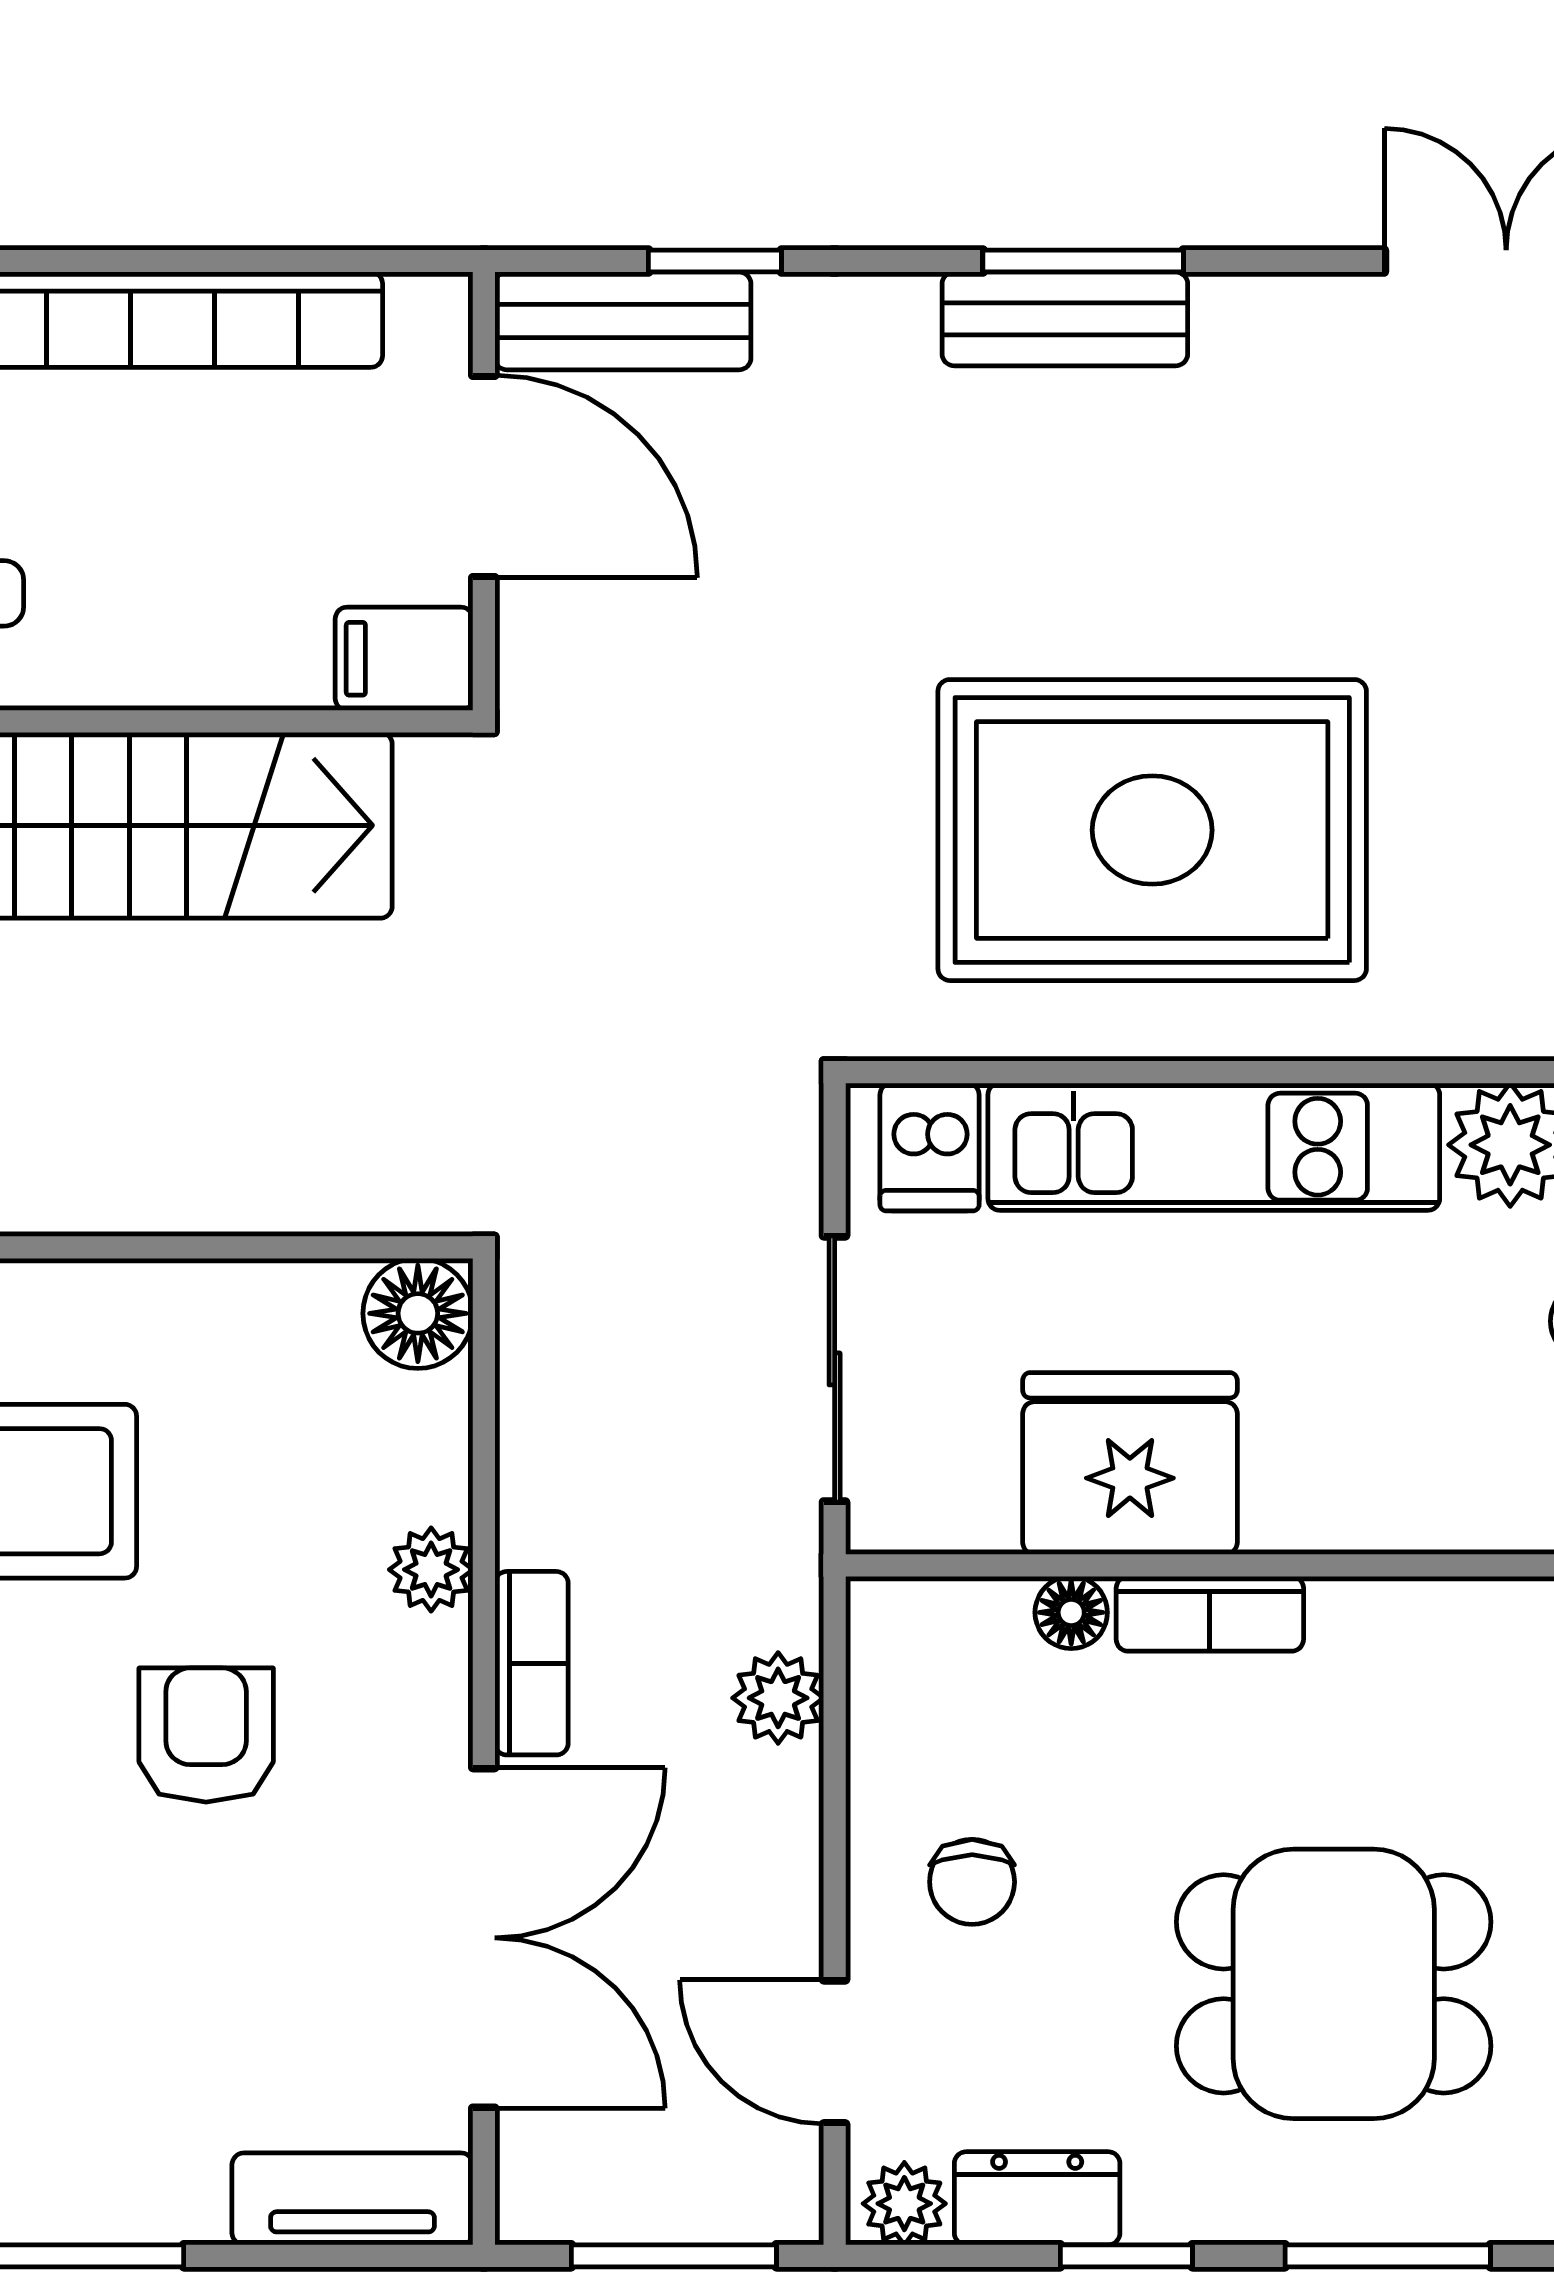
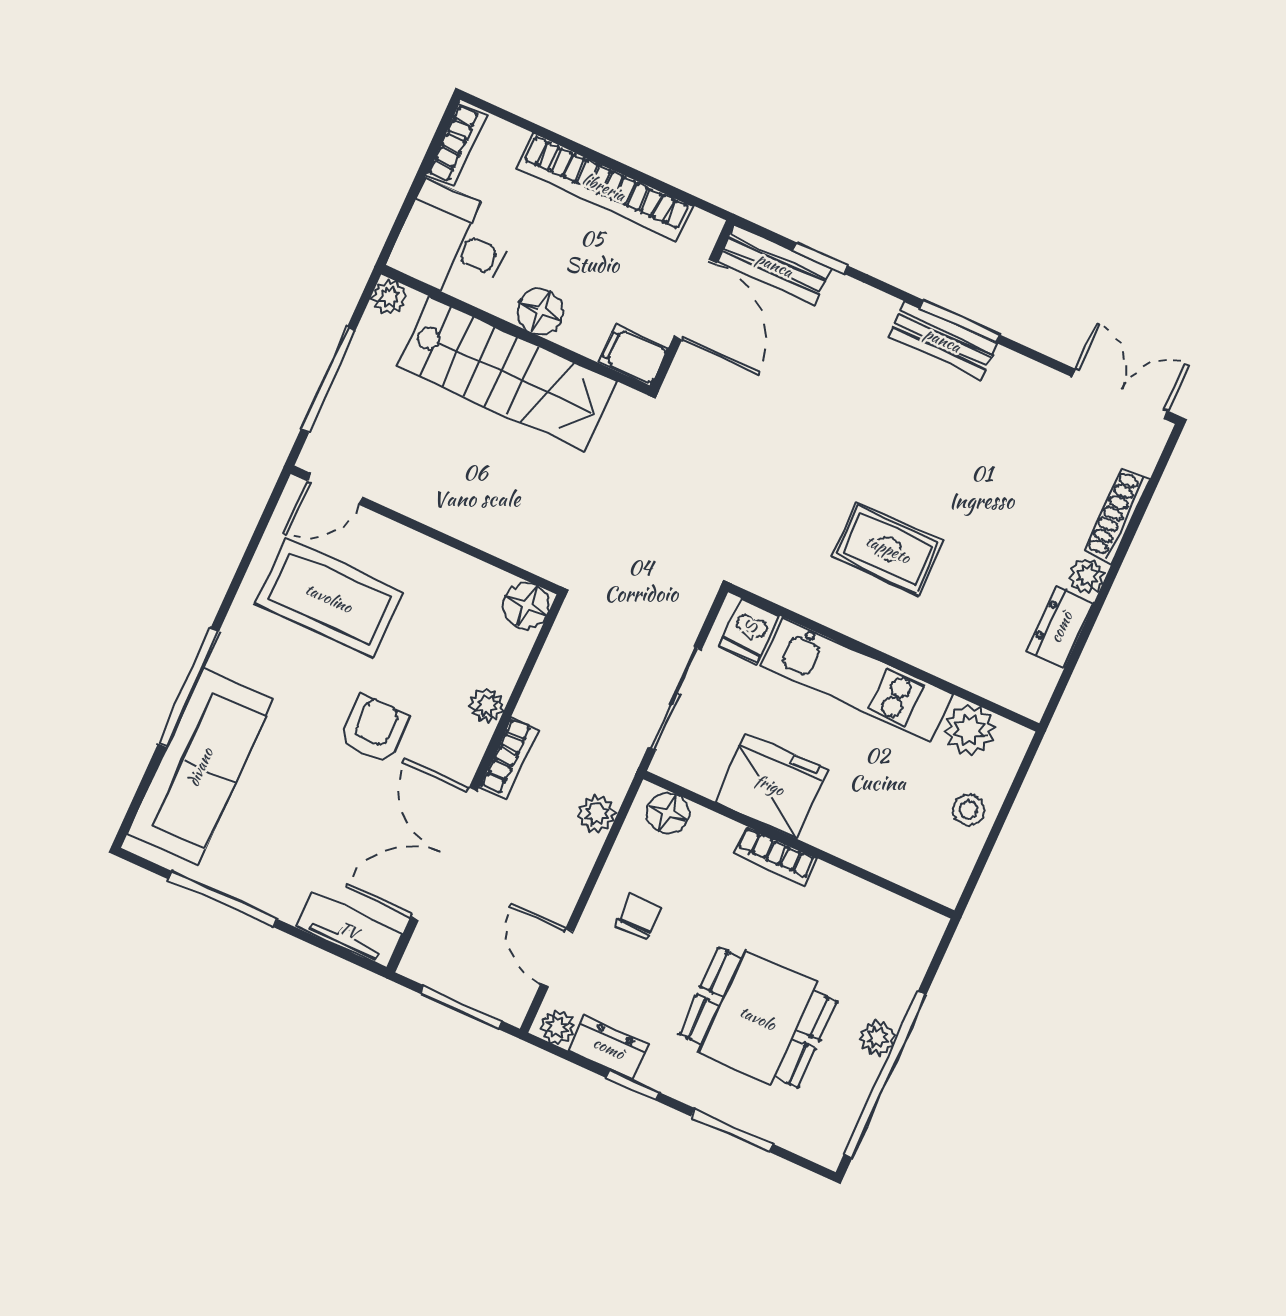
floor lamp: (157, 656) -> (540, 312), added
rug: (1152, 830) -> (888, 549), width x0.54, depth x0.49
floor lamp: (1071, 1612) -> (668, 813), moved, width x1.37, depth x1.37
chair: (972, 1882) -> (639, 917), turned 180
double door: (484, 1938) -> (444, 854), swing flipped

